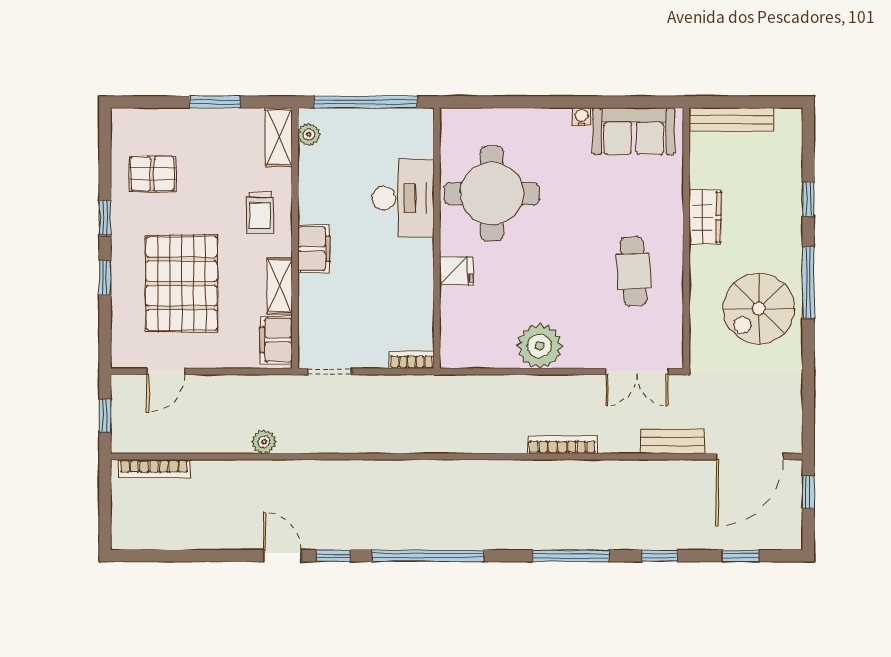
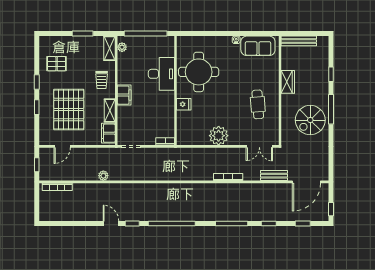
window: (808, 492) -> (331, 209), moved

